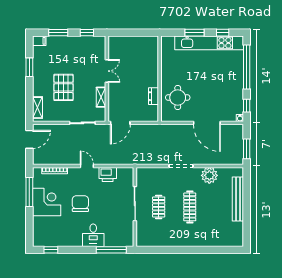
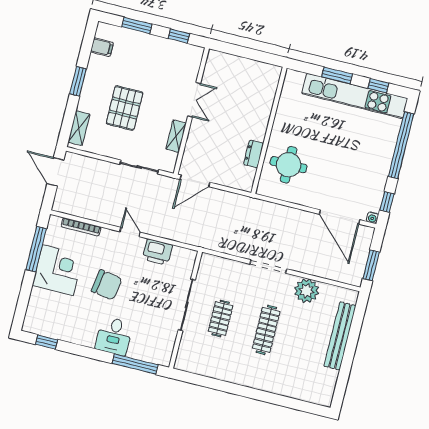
filing cabinet: (39, 41) -> (102, 47), moved
window: (29, 67) -> (78, 81), moved
door: (207, 123) -> (340, 217), moved
door: (29, 139) -> (55, 172), swing flipped
chair: (80, 204) -> (107, 285), turned 99

